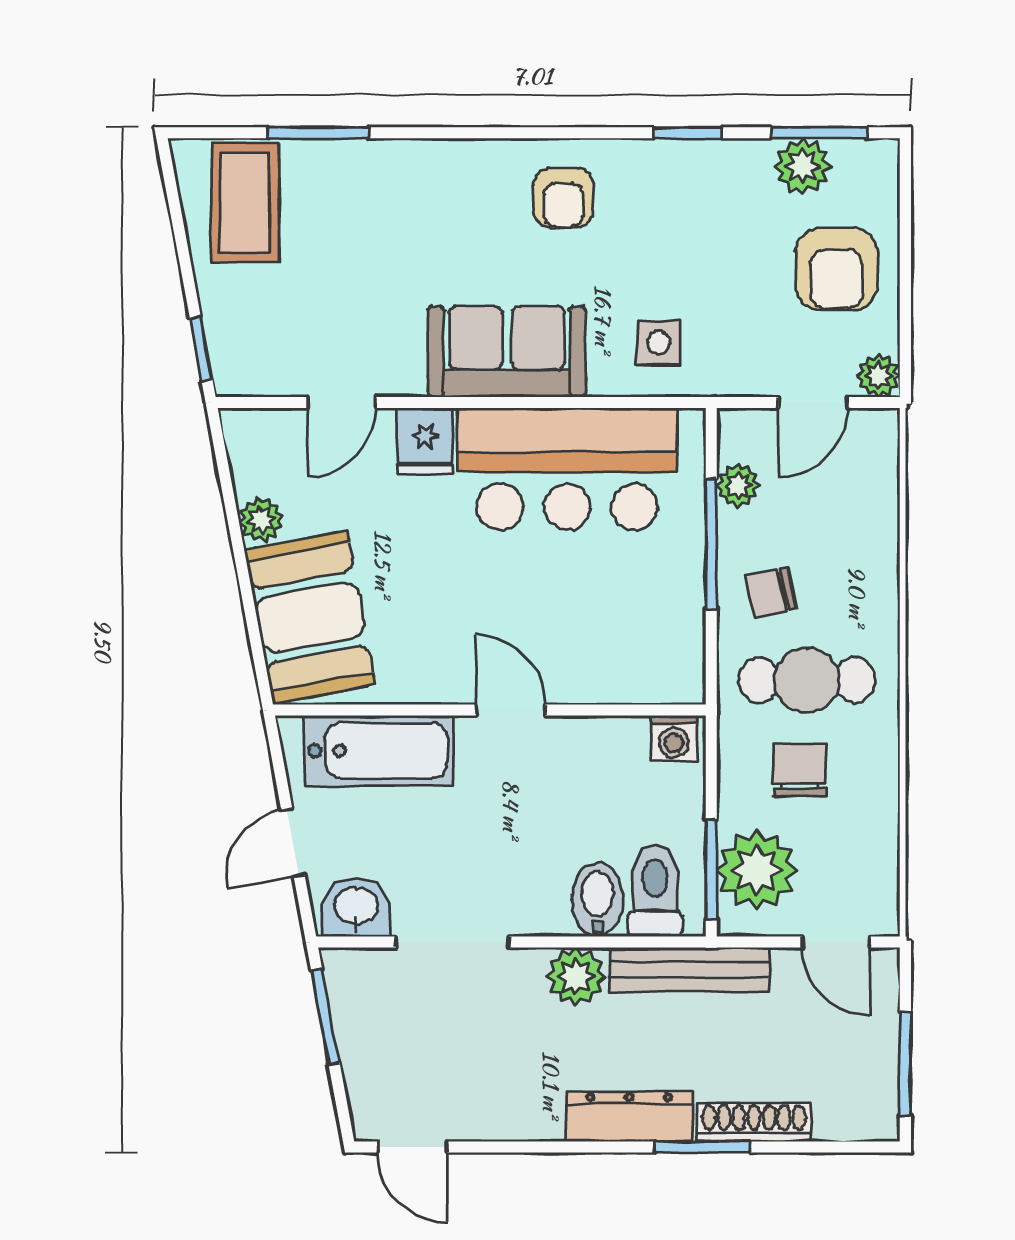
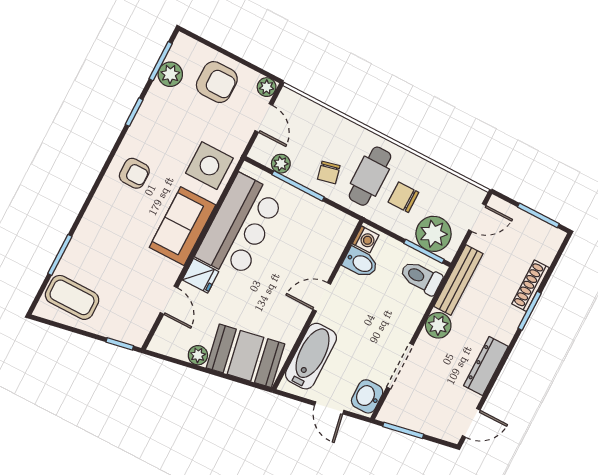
side table: (659, 343) -> (209, 166), width x1.87, depth x1.87
bidet: (598, 900) -> (361, 263), moved, turned 180
dresser: (629, 1117) -> (486, 366), moved

